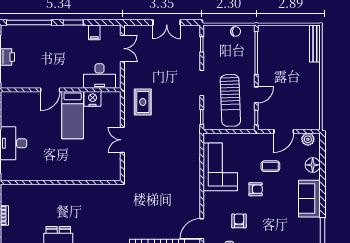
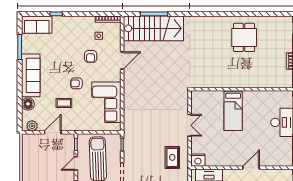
nightstand: (93, 99) -> (198, 160), moved
bed: (73, 115) -> (233, 111), moved, turned 180
sofa: (309, 199) -> (31, 75), width x1.36
door: (202, 229) -> (122, 61), moved

